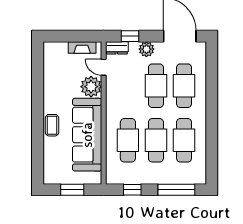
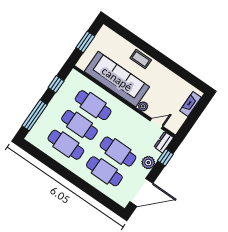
fireplace: (82, 47) -> (190, 104), moved
plant: (91, 87) -> (143, 106), width x0.53, depth x0.53

